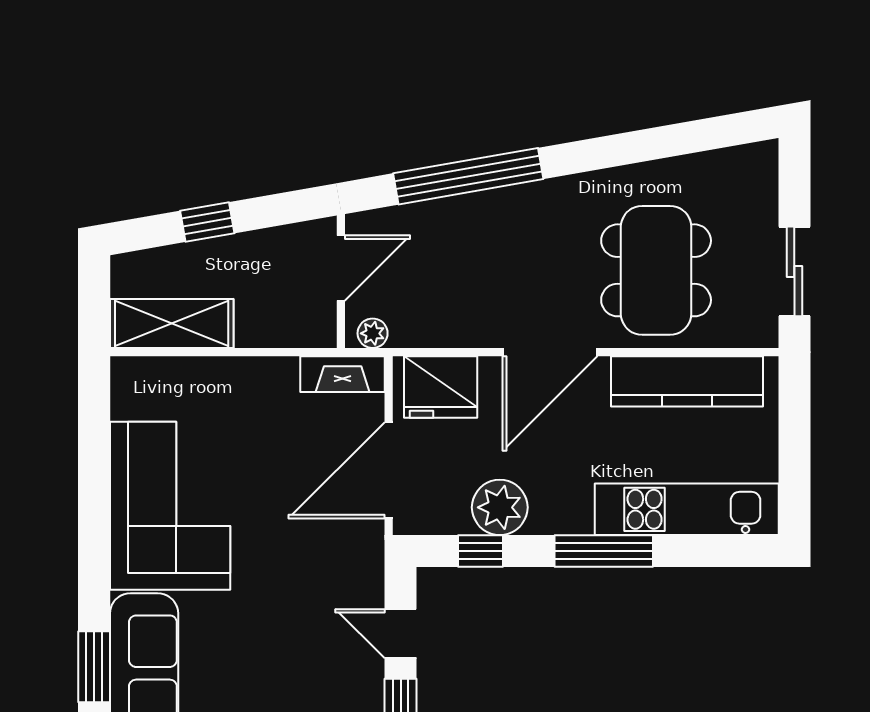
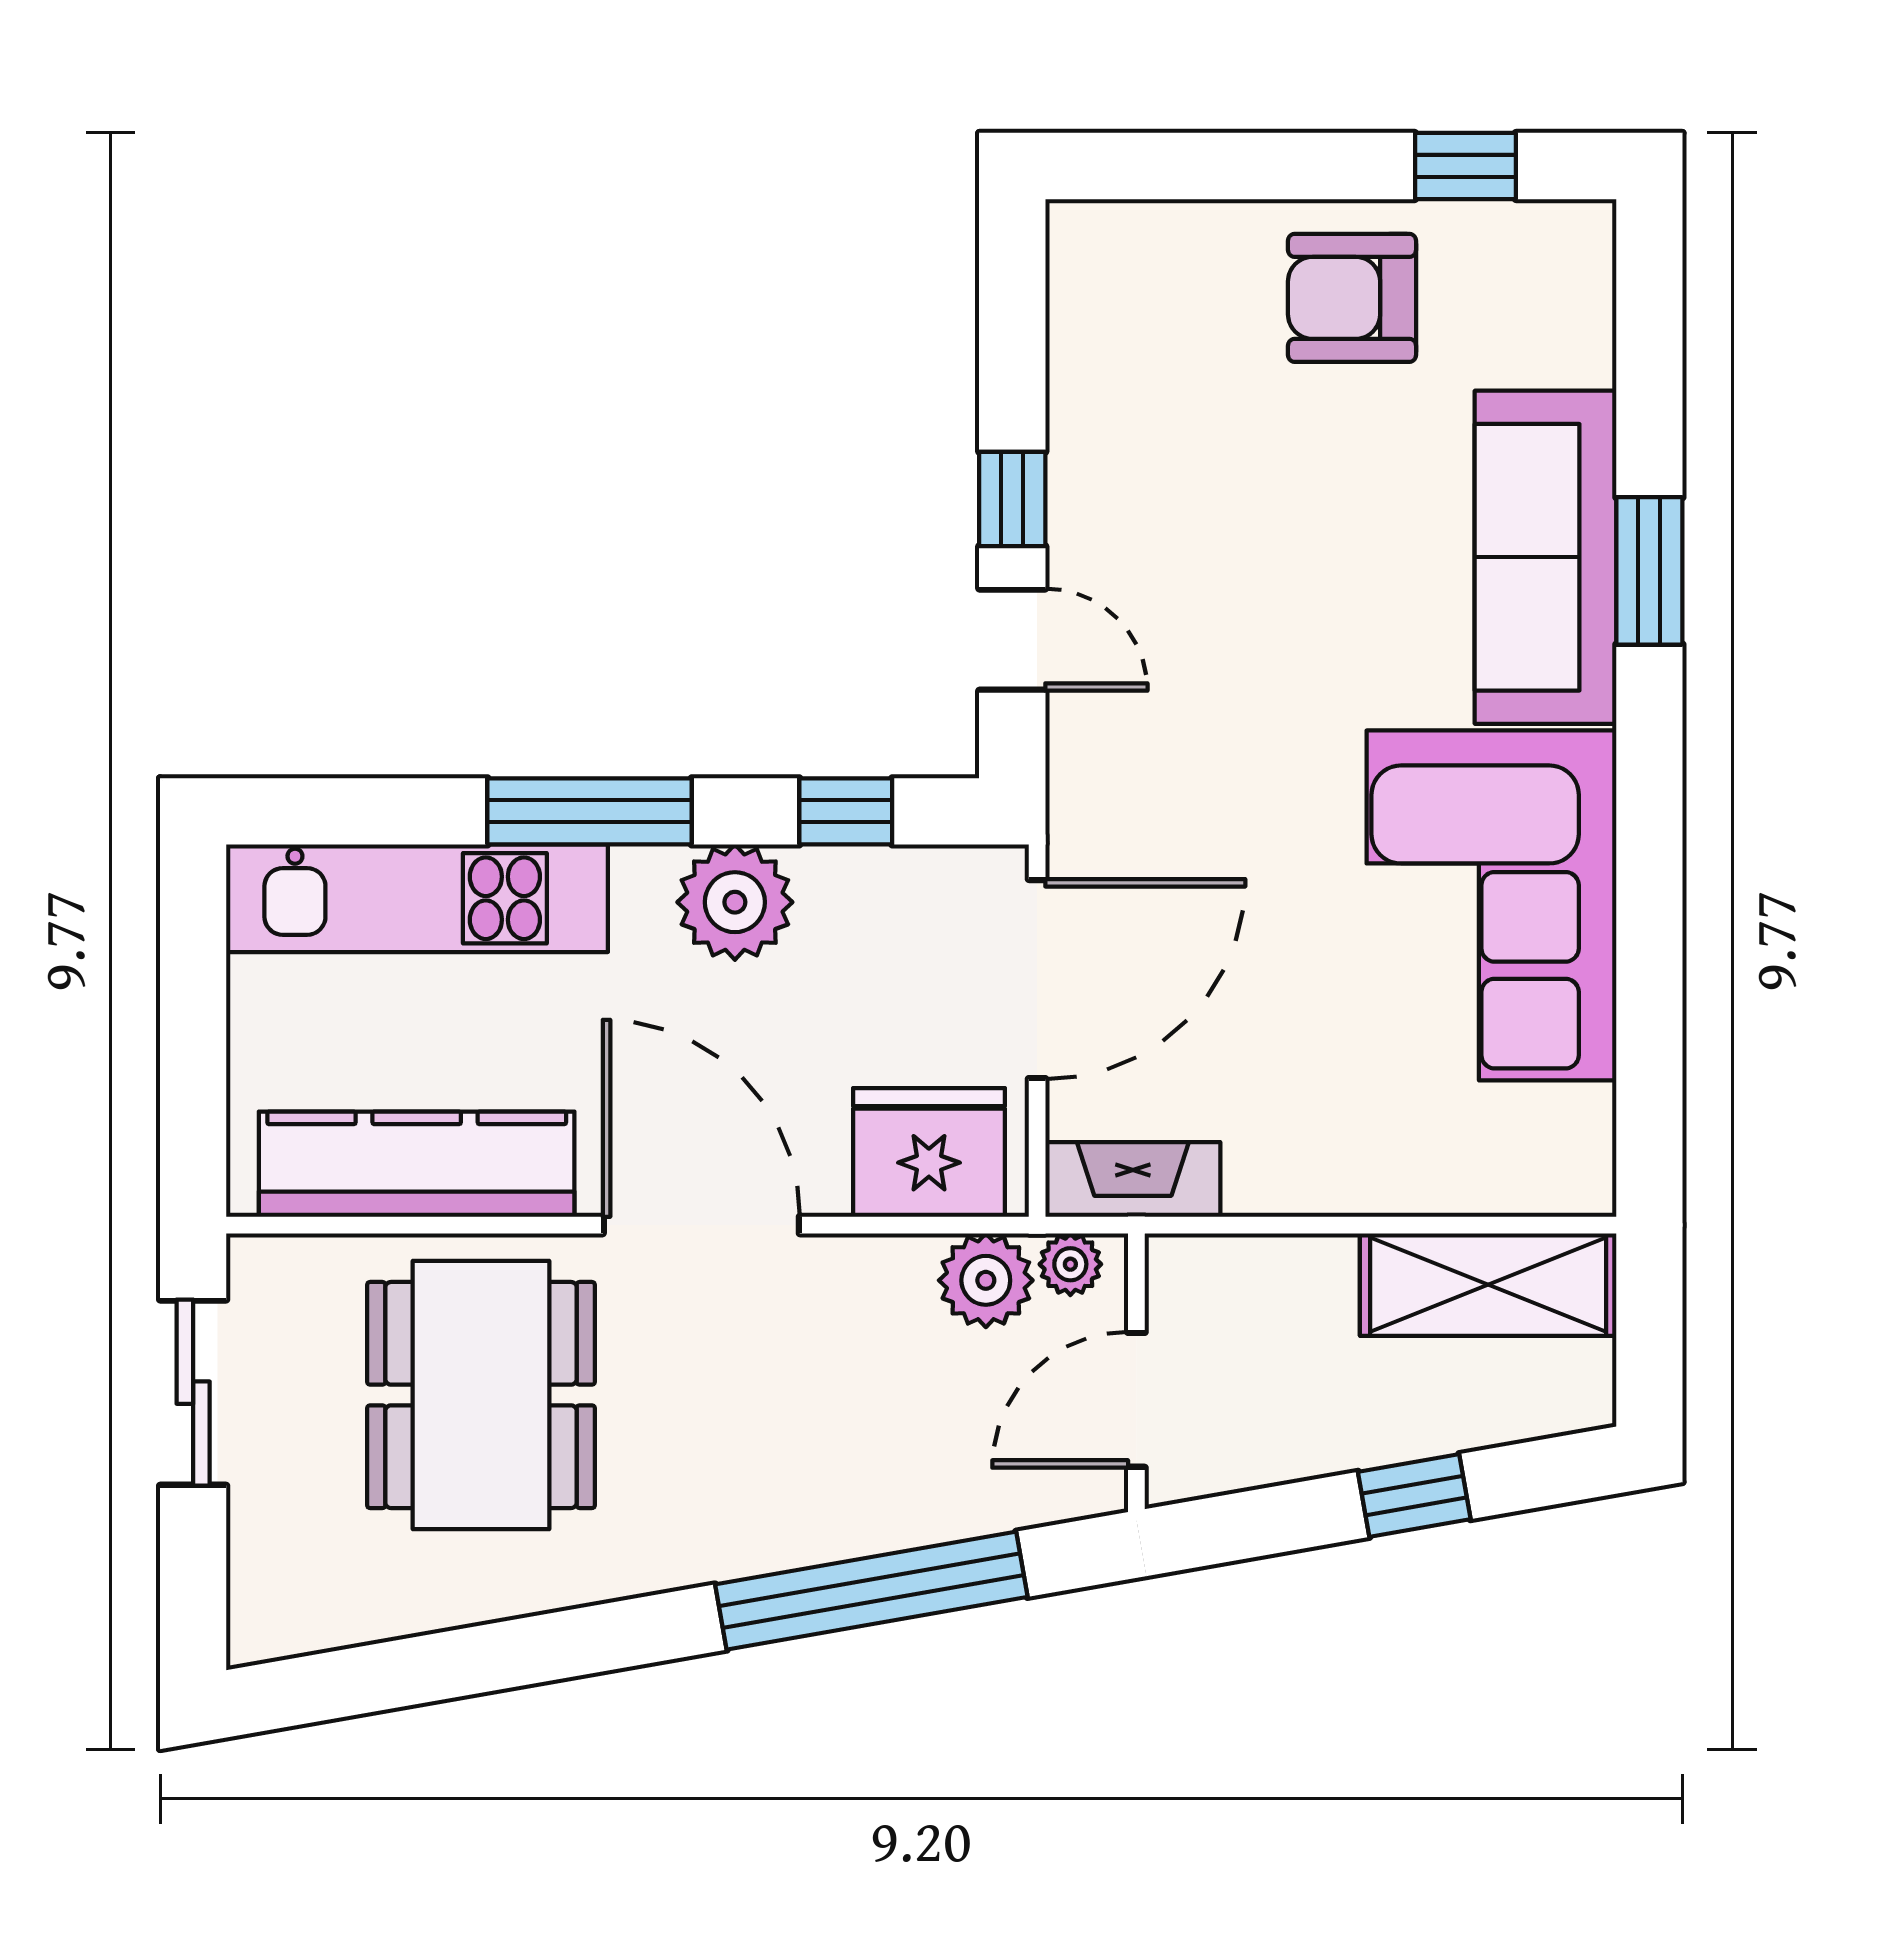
plant: (413, 326) -> (986, 1280), added
door: (550, 352) -> (701, 1225), hinge flipped
plant: (500, 507) -> (735, 902), moved

